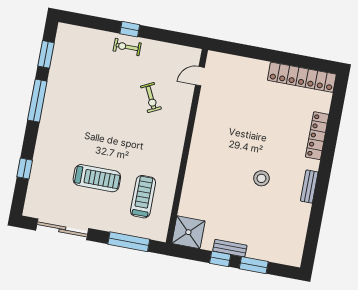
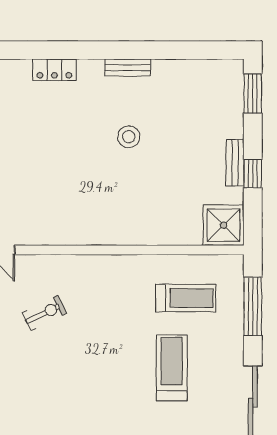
locker: (317, 136) -> (54, 70), width x0.66
treadmill: (143, 197) -> (186, 298), turned 180
window: (254, 265) -> (253, 93), moved

